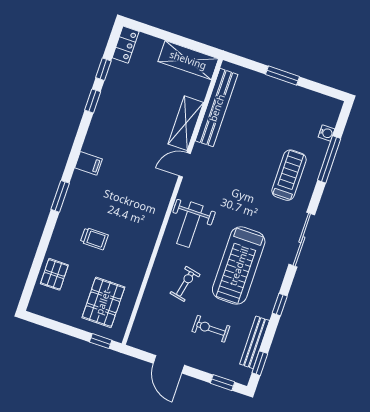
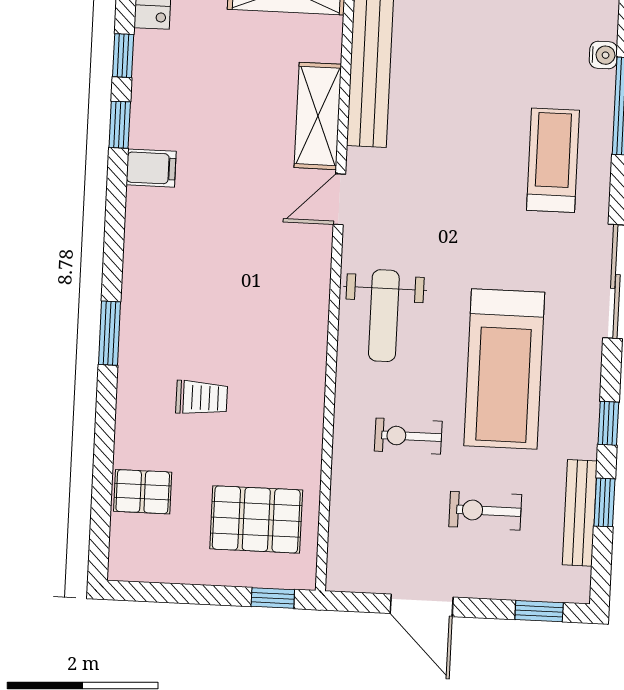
filing cabinet: (88, 163) -> (151, 168), moved
pallet: (54, 274) -> (143, 492), turned 90
exercise bike: (185, 284) -> (408, 436), turned -102
pallet: (103, 302) -> (256, 519), turned 90
window: (260, 363) -> (604, 502), moved

